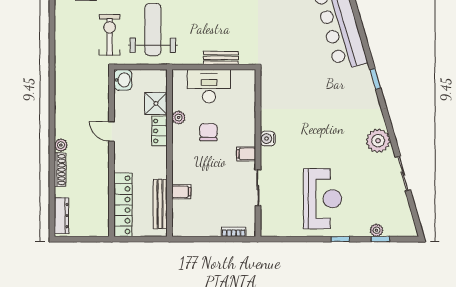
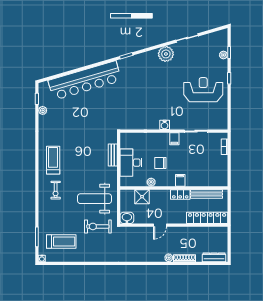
locker: (159, 131) -> (180, 194), moved
filing cabinet: (181, 192) -> (180, 180), moved

